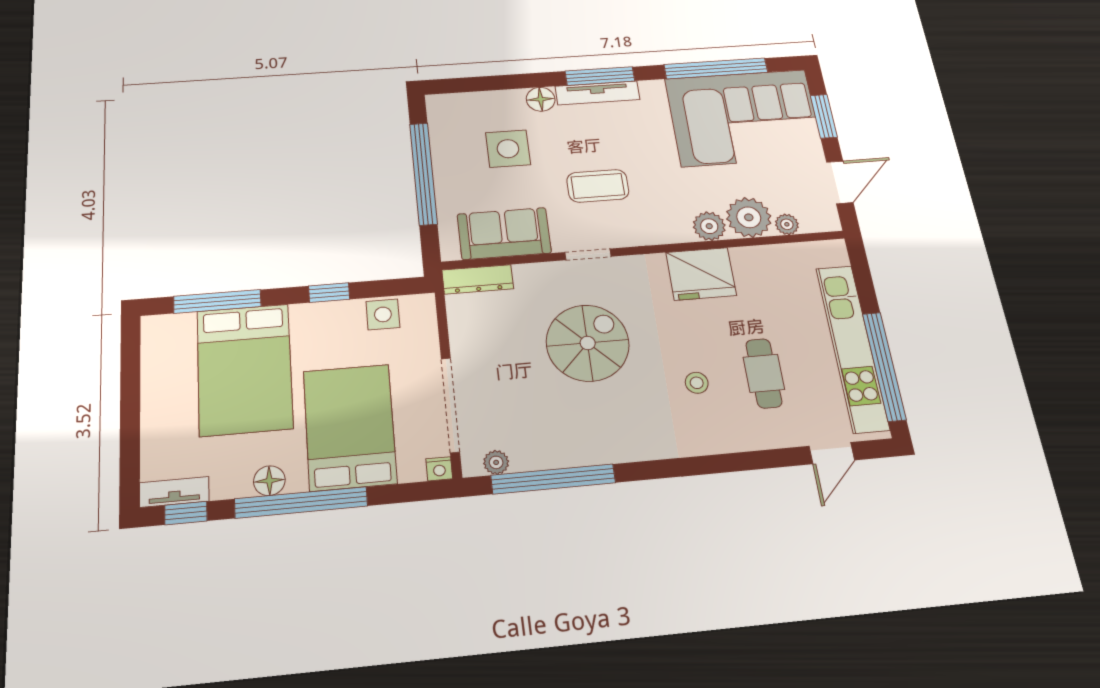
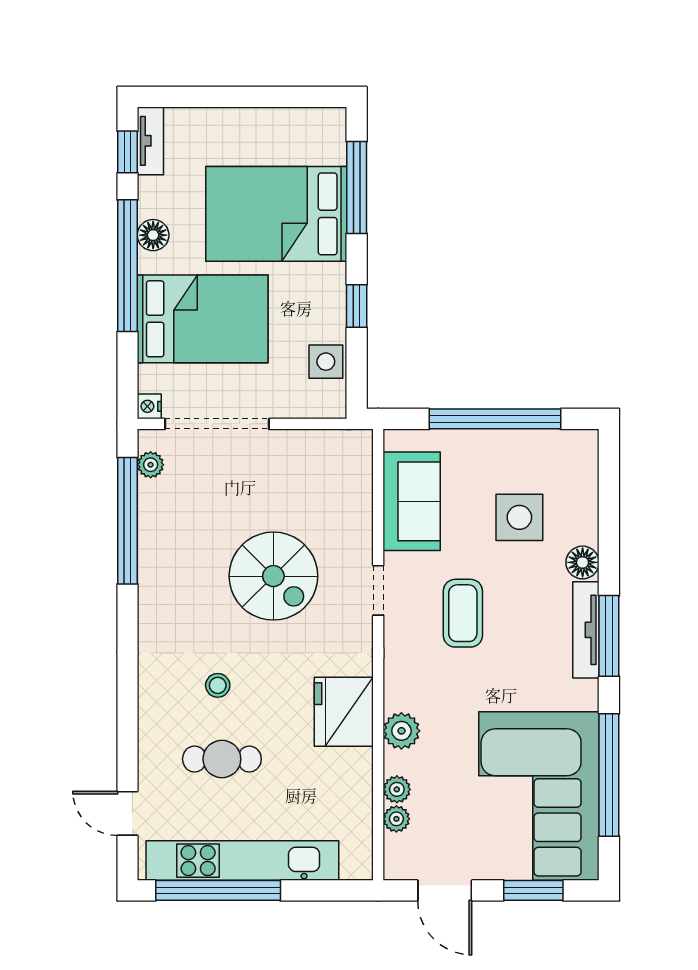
plant: (749, 217) -> (397, 789), width x0.53, depth x0.53
dresser: (478, 279) -> (358, 467), removed

